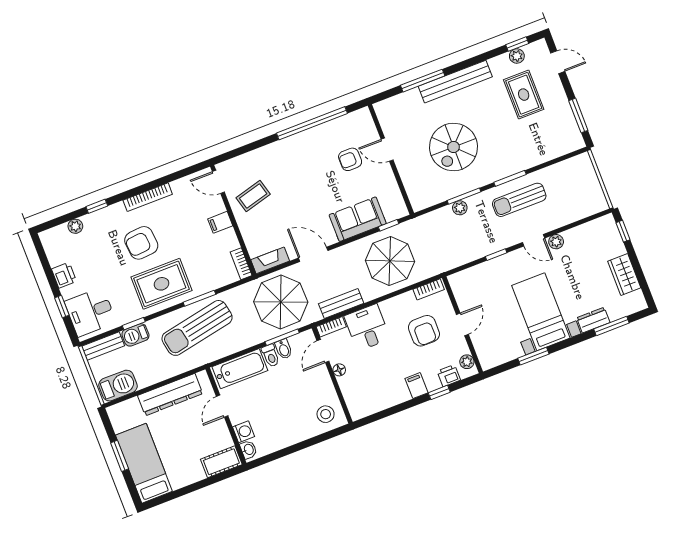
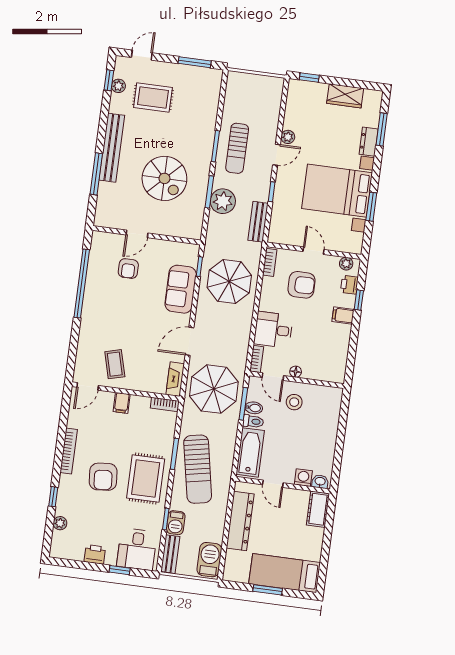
plant: (460, 208) -> (223, 201), width x1.87, depth x1.87
bench: (341, 303) -> (258, 222), moved
bed with nightstands: (541, 312) -> (337, 191), width x1.36
stool: (326, 414) -> (294, 402), moved

